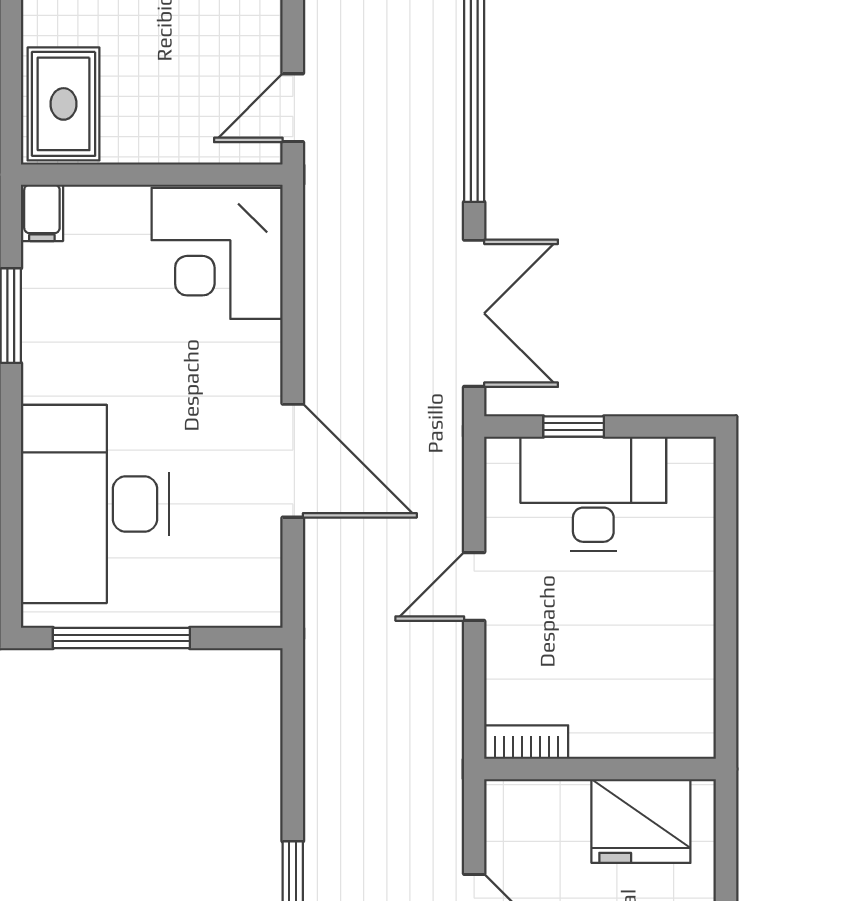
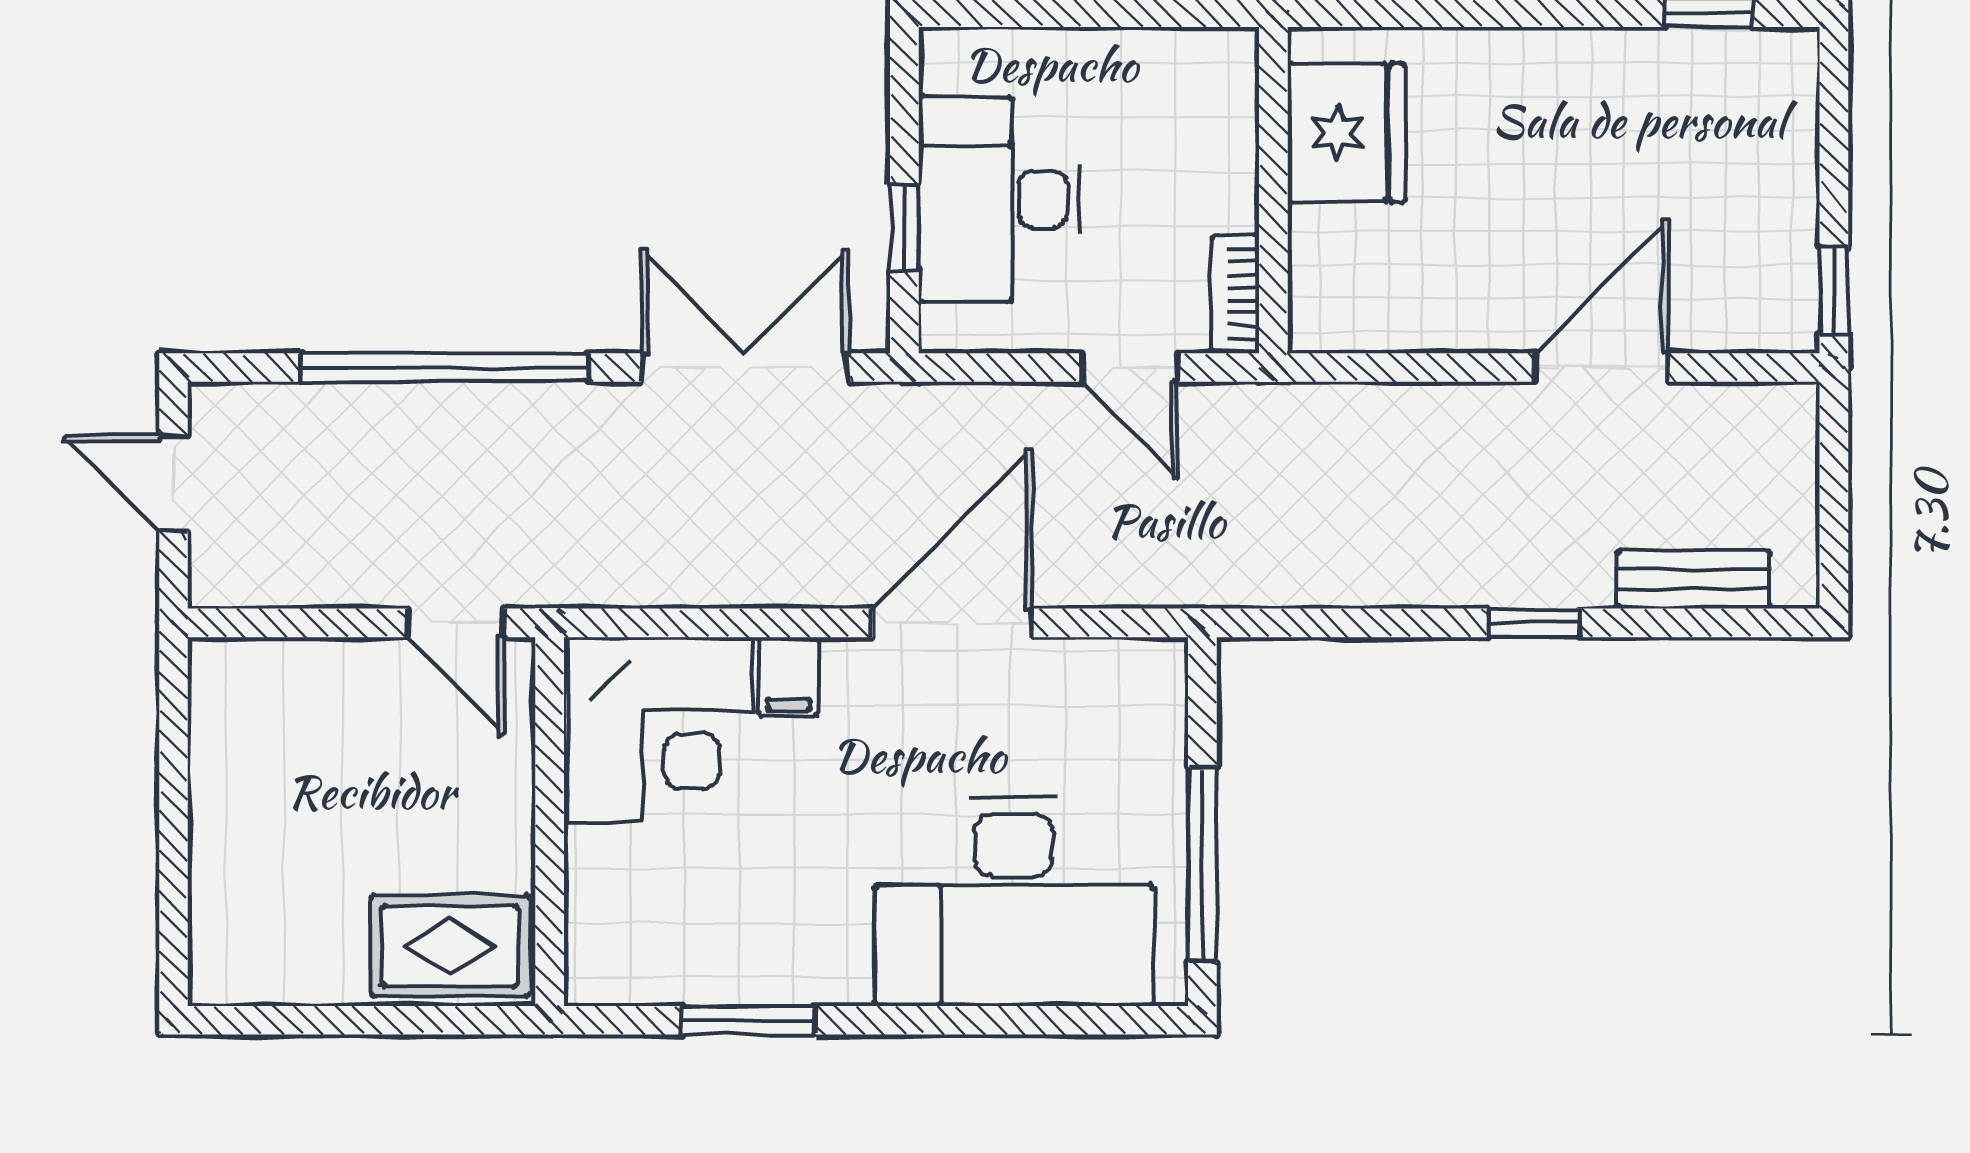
filing cabinet: (42, 213) -> (788, 677), moved, turned 90
bookcase: (526, 742) -> (1236, 294), moved
wall: (600, 769) -> (1273, 190), moved
fridge: (641, 821) -> (1347, 133), moved

